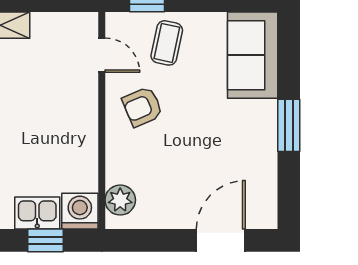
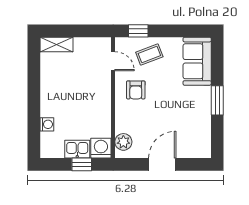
coffee table: (167, 43) -> (149, 54), turned 57
armchair: (142, 107) -> (136, 90), turned -67
door: (221, 240) -> (162, 164), moved

